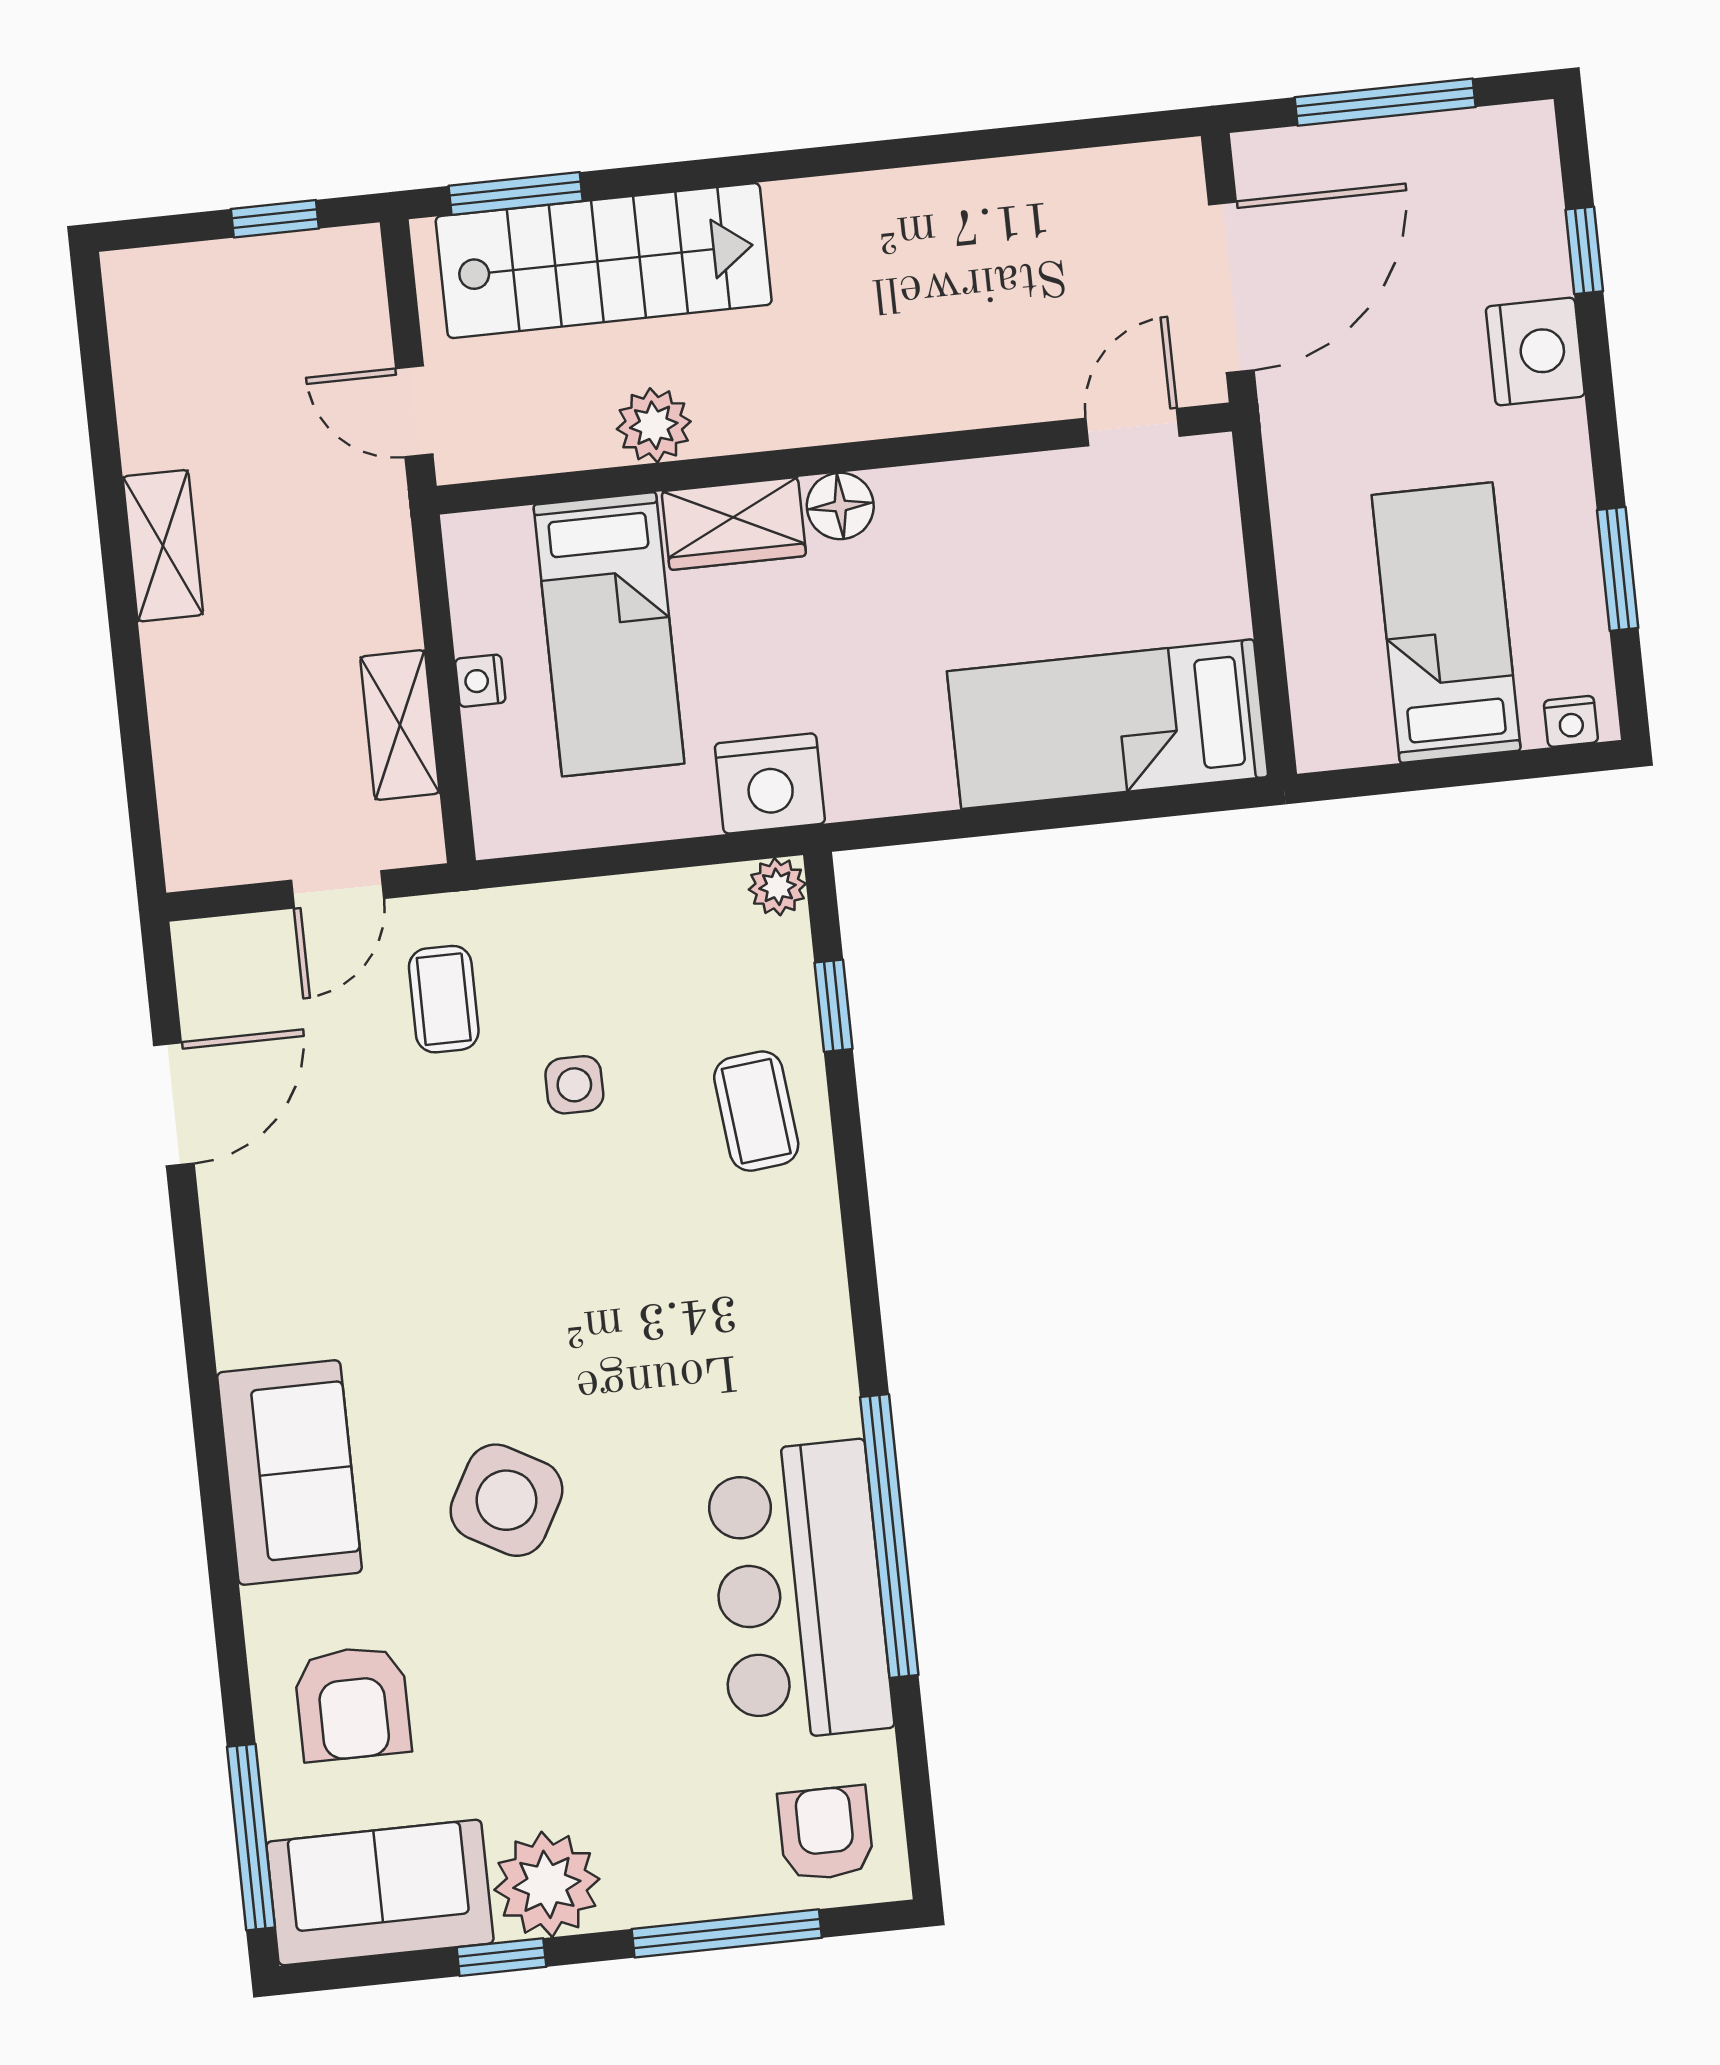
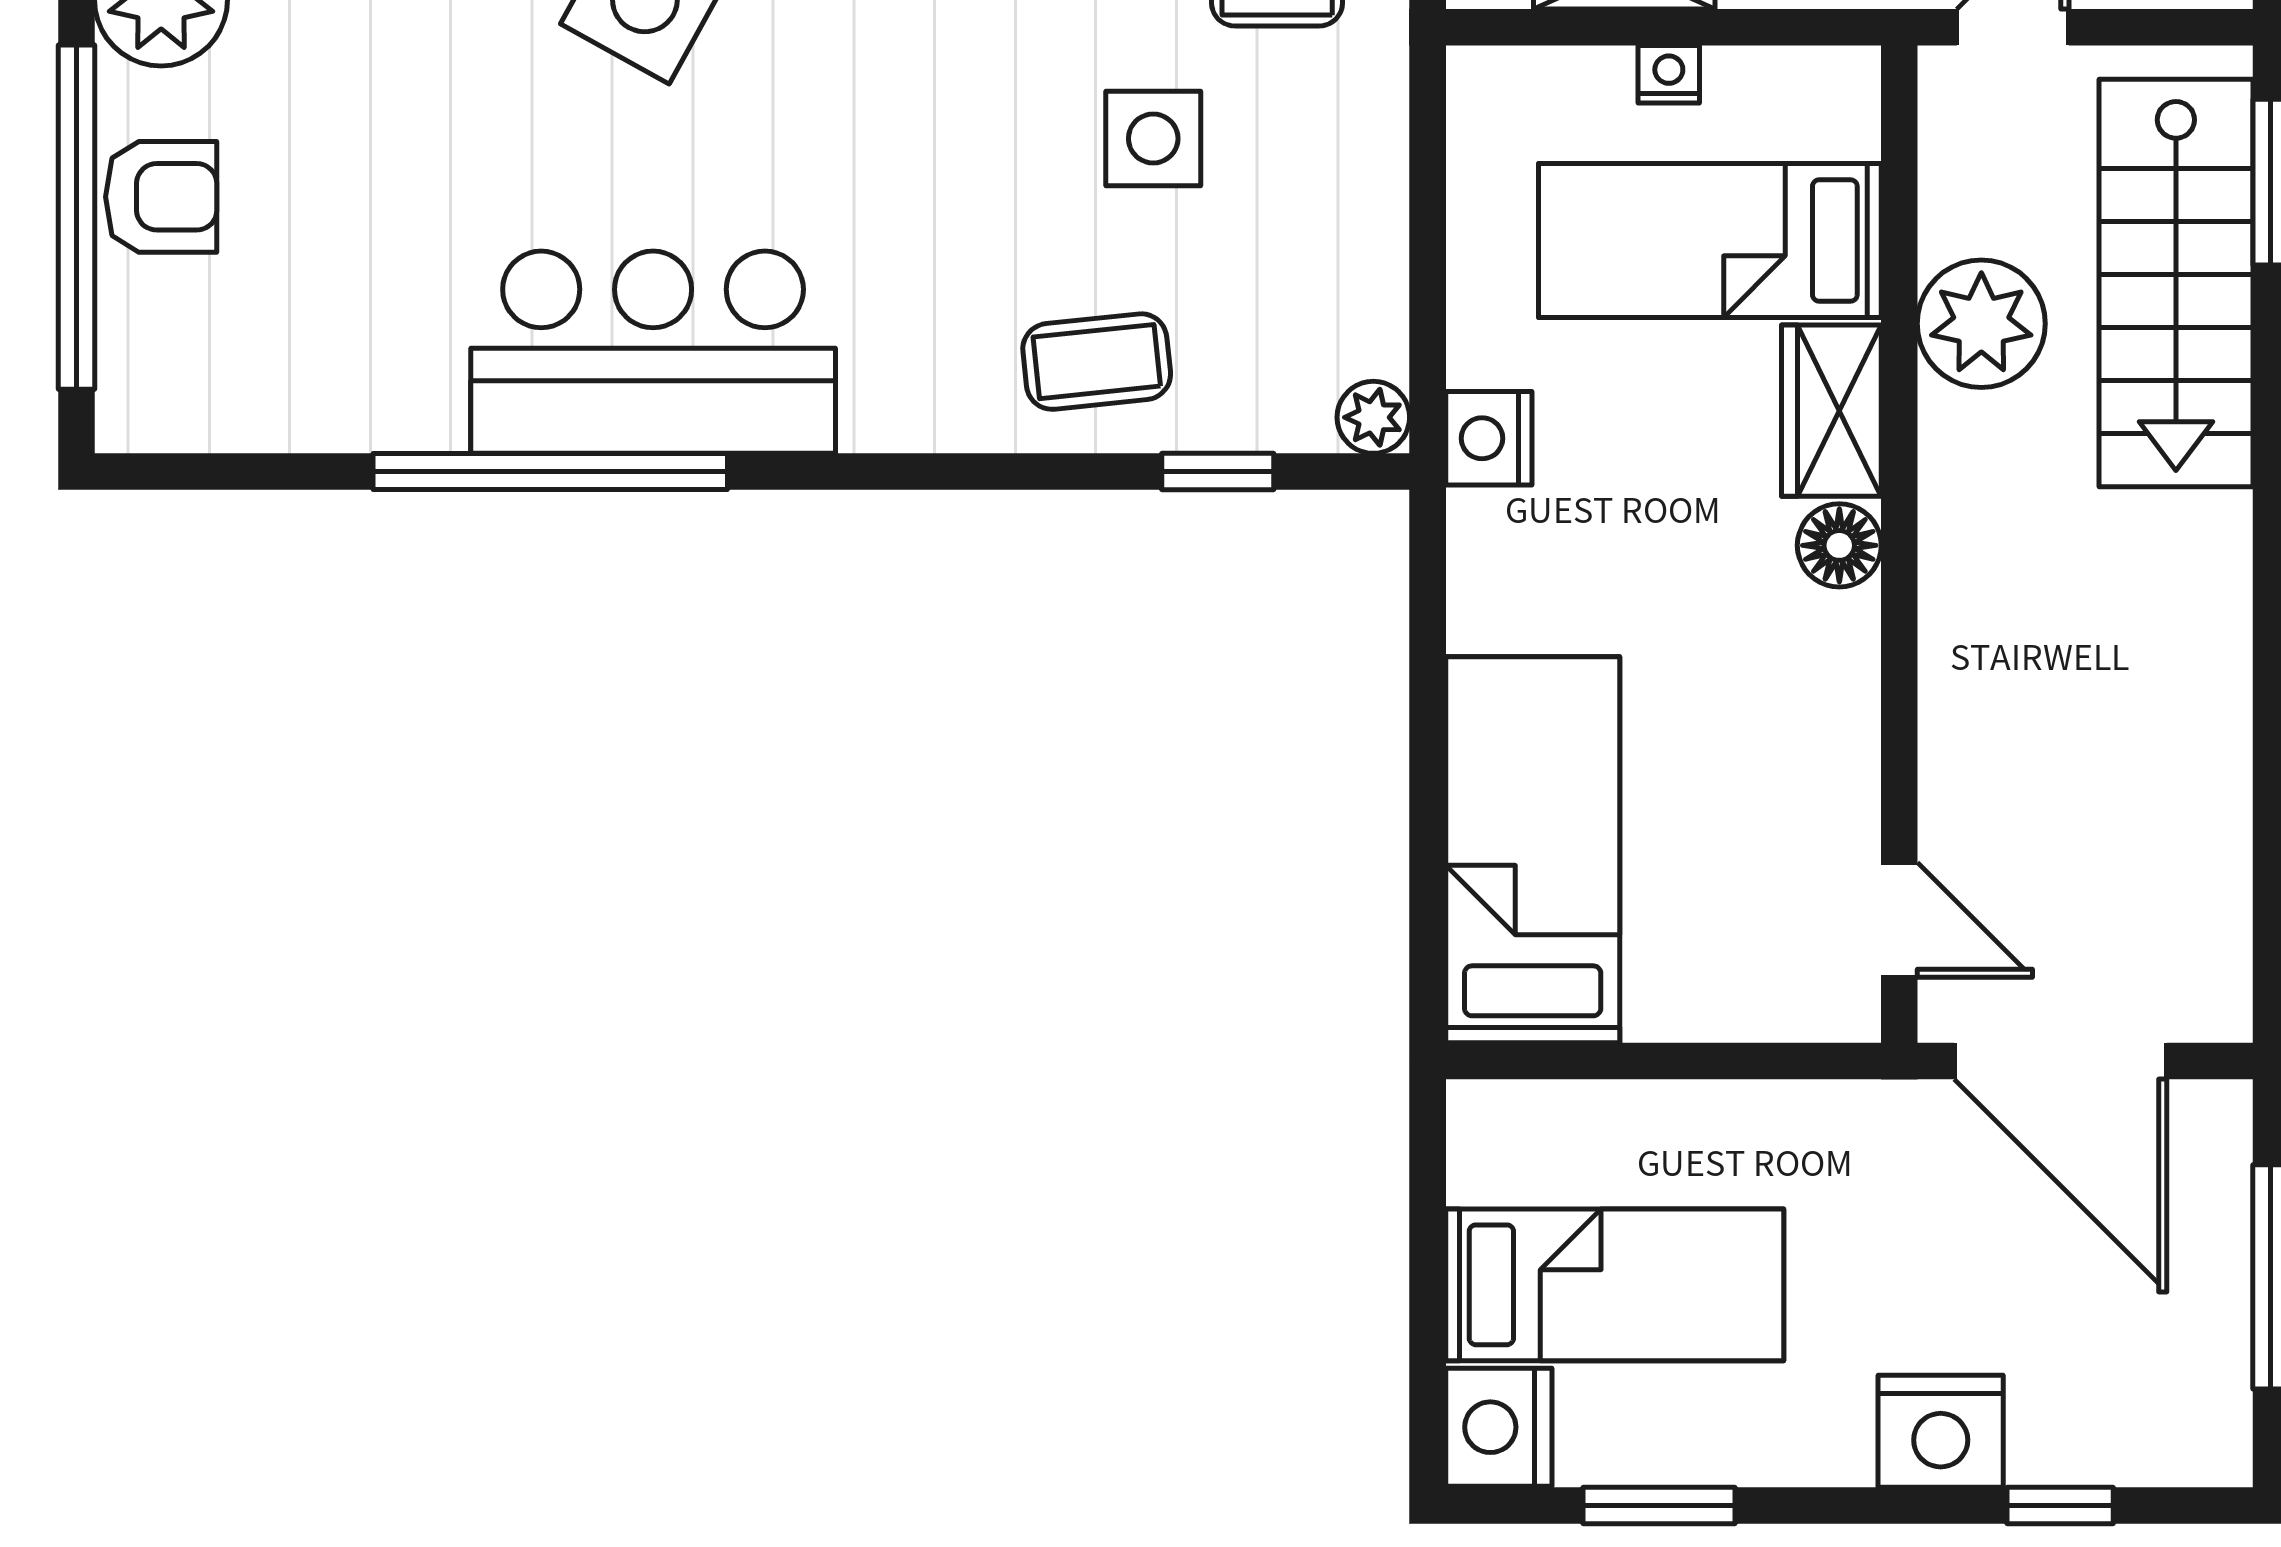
plant: (654, 425) -> (1981, 324), width x1.36, depth x1.36
nightstand: (1571, 721) -> (1499, 1427), width x1.89, depth x1.79
nightstand: (770, 783) -> (1489, 438), width x0.74, depth x0.75
side table: (574, 1085) -> (1153, 139), width x1.37, depth x1.37
bar counter: (799, 1591) -> (653, 352), moved
armchair: (826, 1833) -> (161, 197), moved
window: (727, 1933) -> (76, 217), width x1.46

